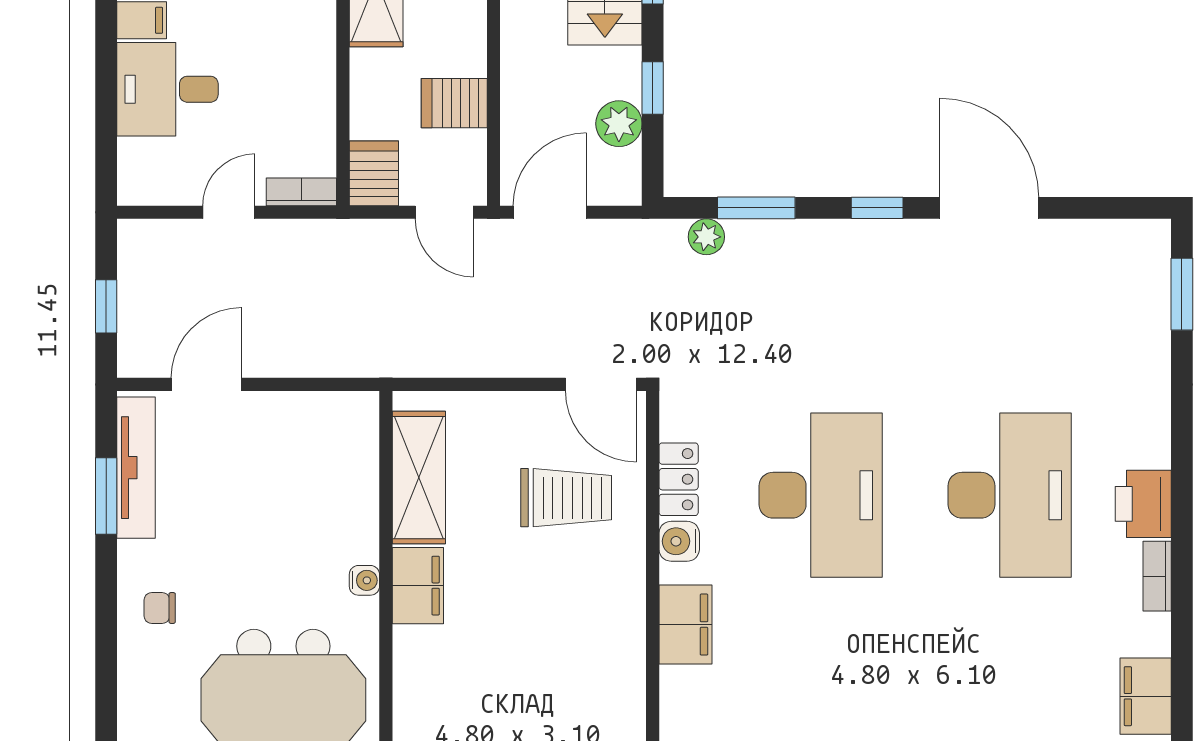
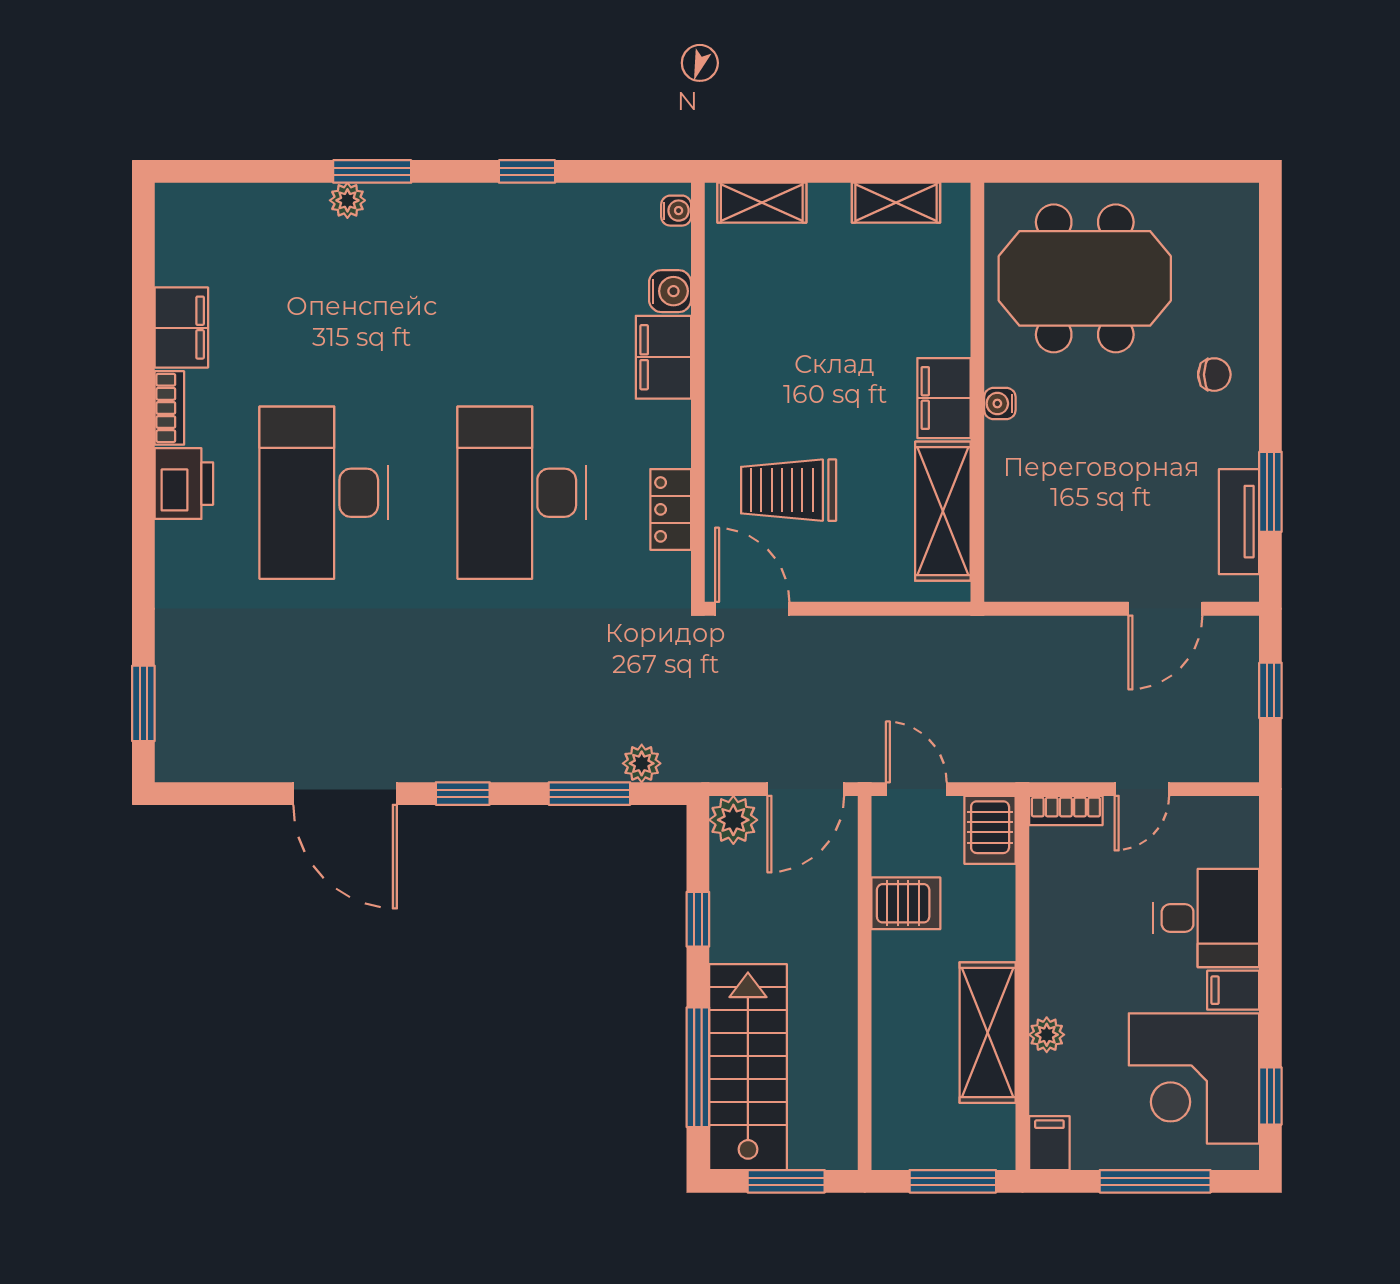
plant: (619, 124) -> (733, 820), moved
tv unit: (136, 468) -> (1239, 522), width x0.71
water cooler: (679, 541) -> (670, 291), moved
filing cabinet: (1146, 696) -> (181, 328), moved

